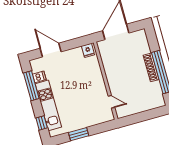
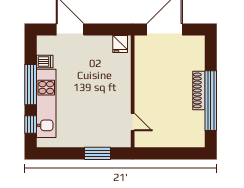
window: (31, 86) -> (31, 85), moved
window: (79, 134) -> (97, 153), moved

